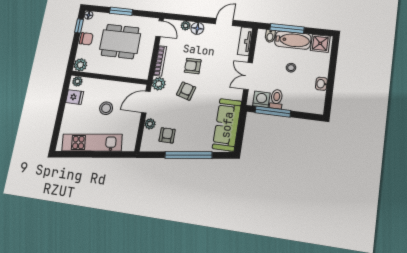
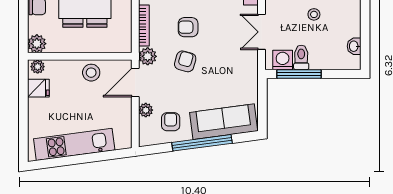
washbasin: (321, 84) -> (354, 46), moved
stool: (106, 108) -> (91, 73), moved
sofa: (227, 125) -> (224, 122), moved, turned 82

